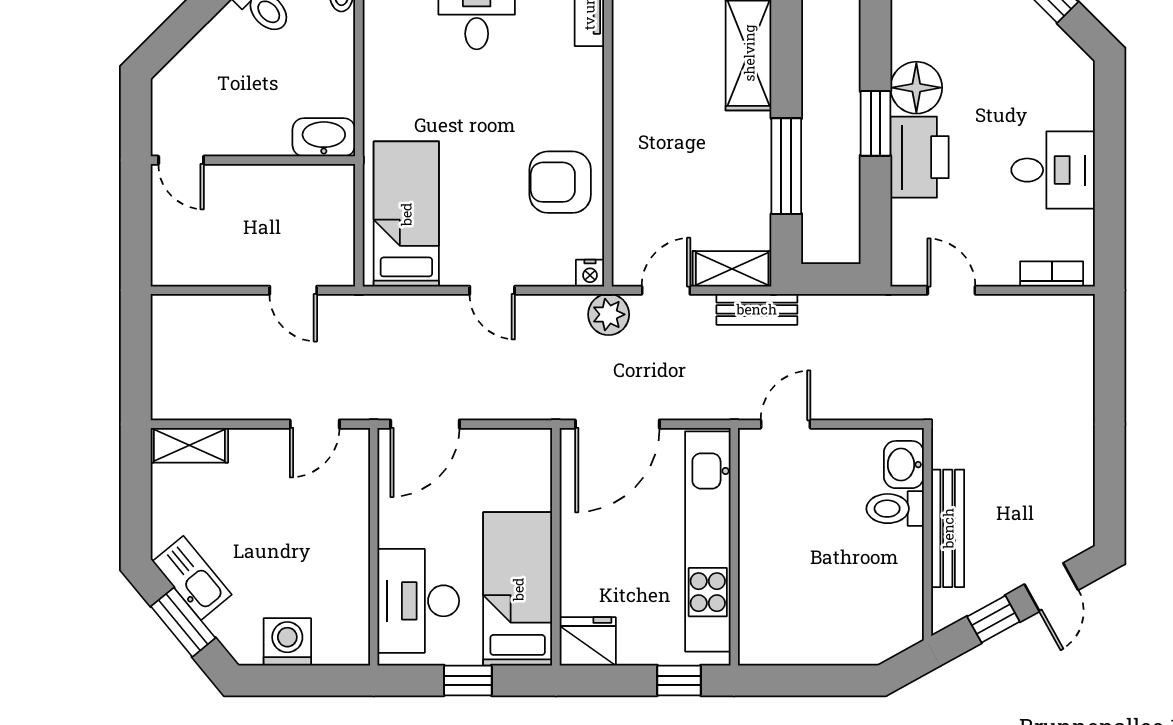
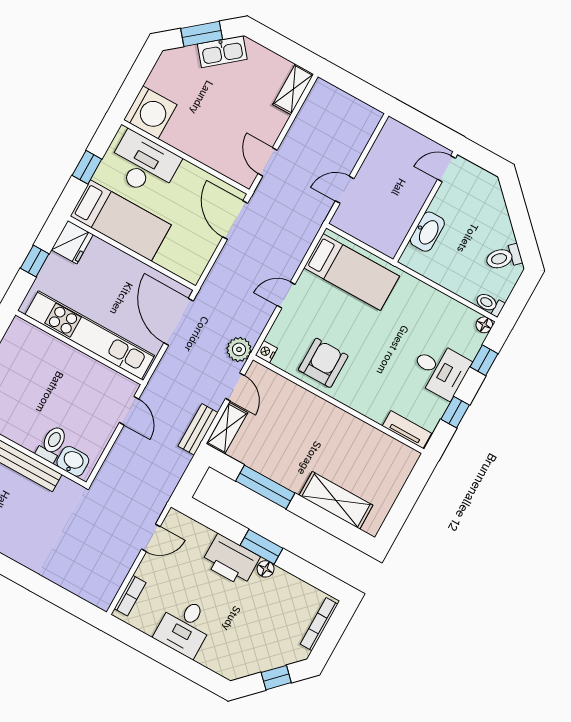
floor lamp: (916, 88) -> (266, 569), width x0.53, depth x0.53
washbasin: (324, 137) -> (427, 232), moved
washing machine: (287, 642) -> (150, 112), moved, width x1.37, depth x1.37
window: (679, 680) -> (35, 261), moved

